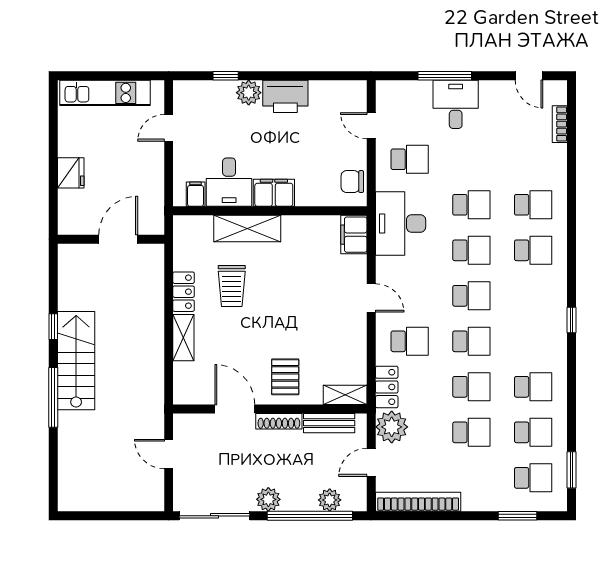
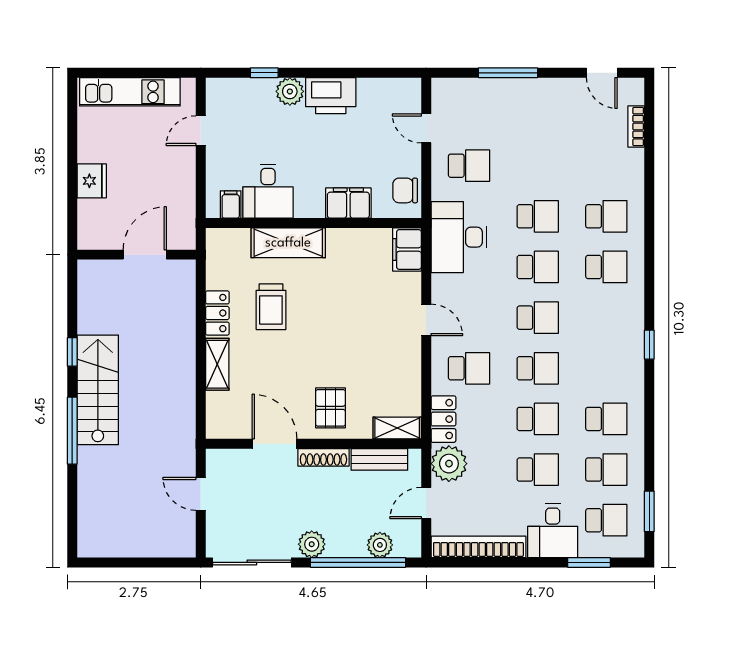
desk: (456, 104) -> (553, 531), moved, turned 180
filing cabinet: (274, 193) -> (348, 203), moved

